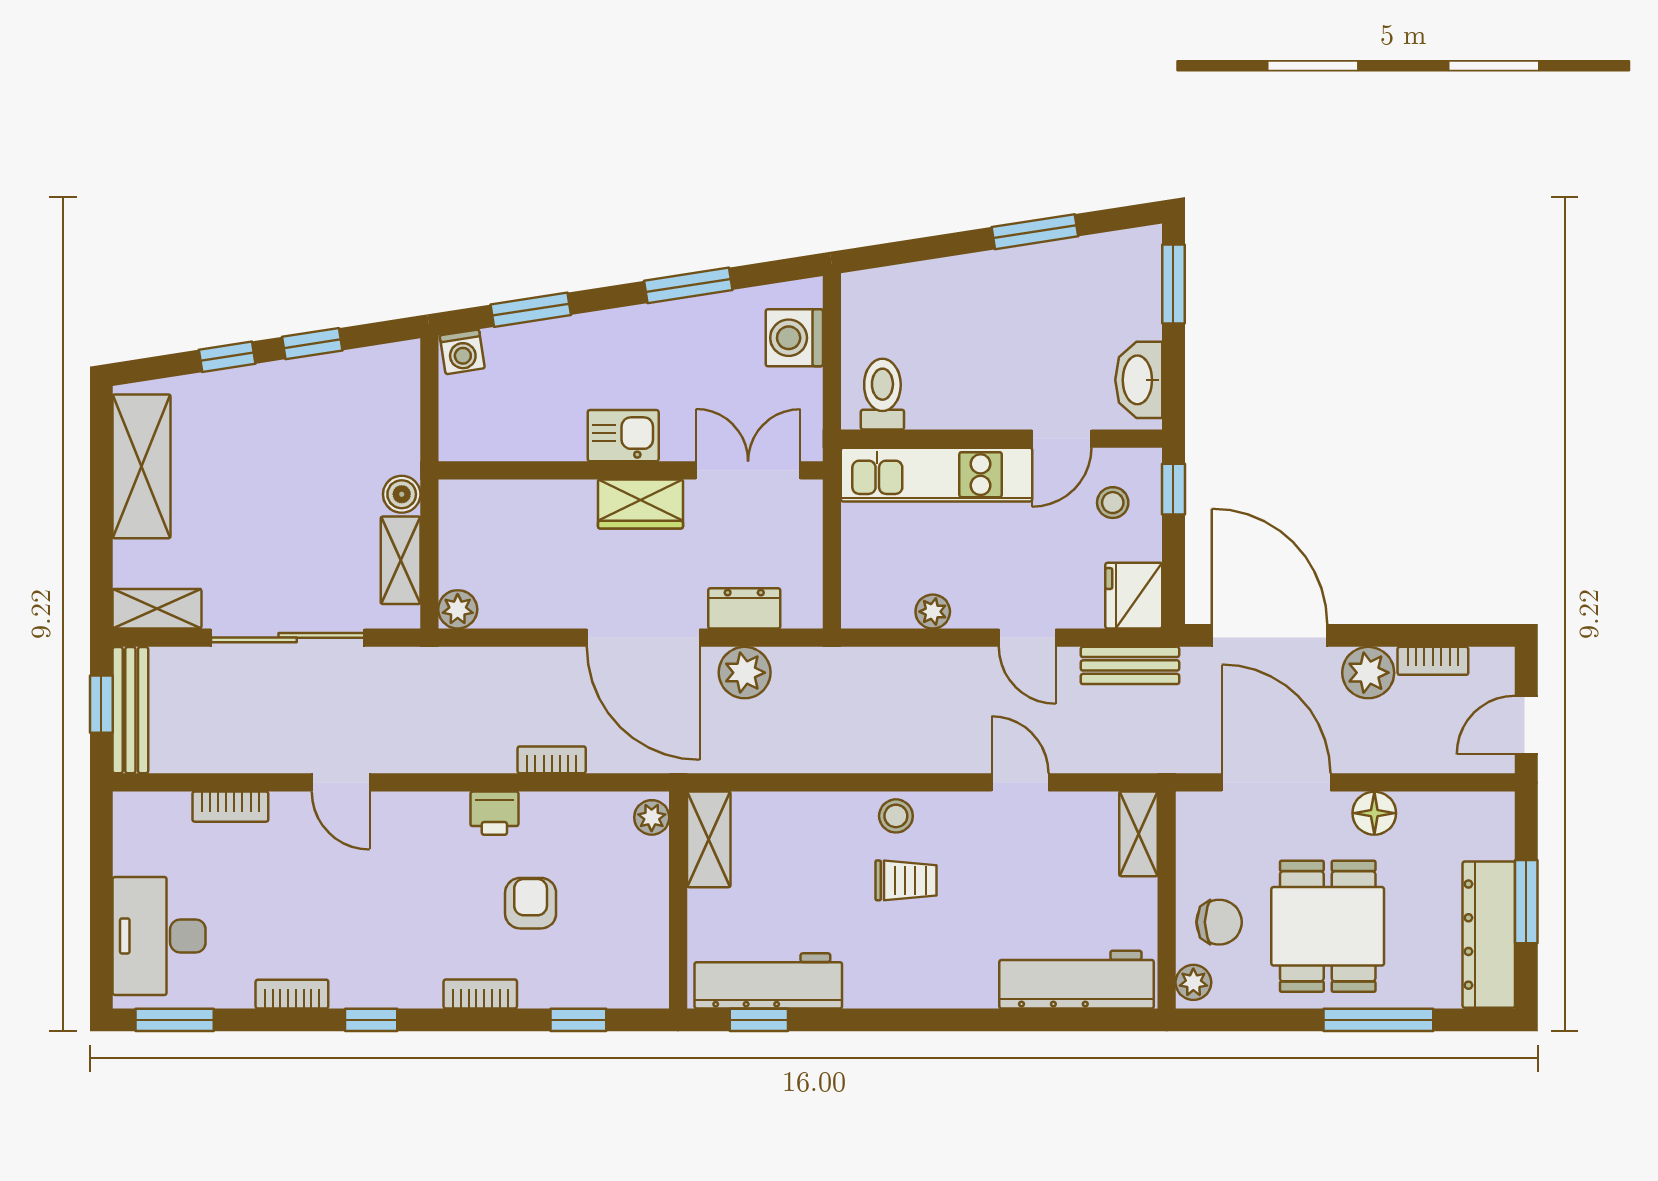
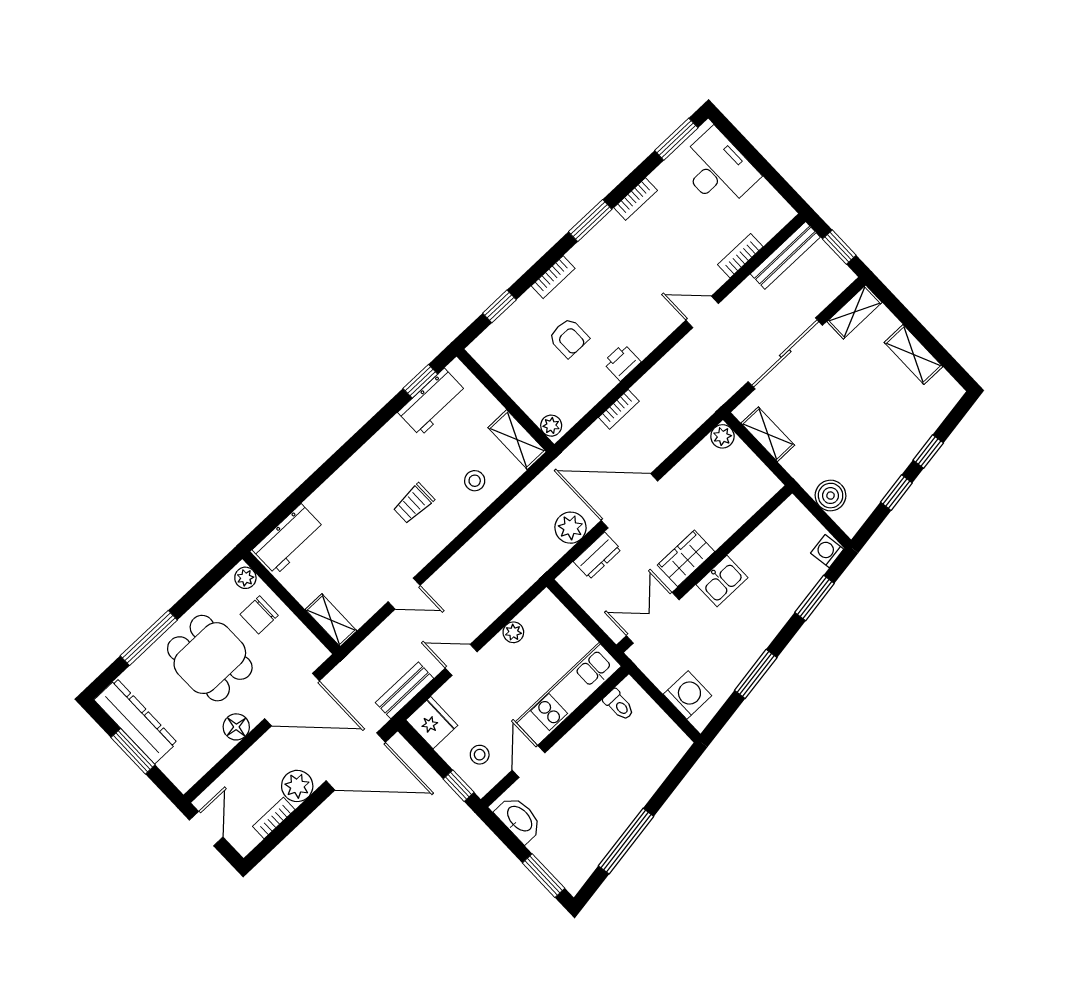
window: (1035, 232) -> (626, 841), width x1.44
toilet: (882, 394) -> (619, 705), width x0.73, depth x0.72
shelving: (142, 466) -> (913, 354), width x0.67, depth x0.75
double door: (748, 470) -> (653, 618), swing flipped
boiler: (402, 494) -> (831, 496), moved, width x1.36, depth x1.36
bench: (130, 710) -> (785, 255), moved, turned 90
stool: (896, 816) -> (475, 481), moved
workbench: (1077, 980) -> (289, 539), width x0.73
workbench: (768, 981) -> (432, 402), width x0.73
window: (371, 1020) -> (590, 221), width x1.50

